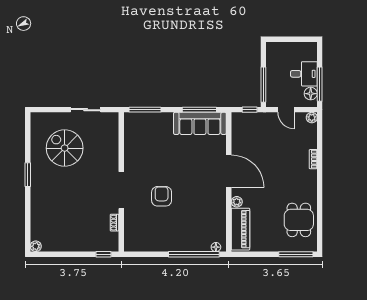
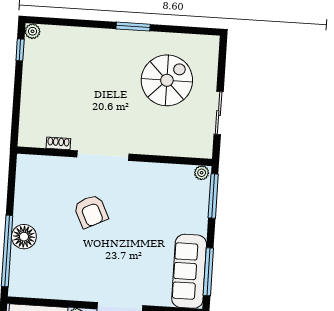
plant: (129, 119) -> (202, 173), added
armchair: (162, 196) -> (91, 211), turned 64
floor lamp: (216, 247) -> (24, 237), moved, width x1.89, depth x1.89
window: (104, 254) -> (20, 50), moved

